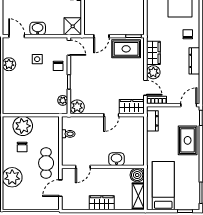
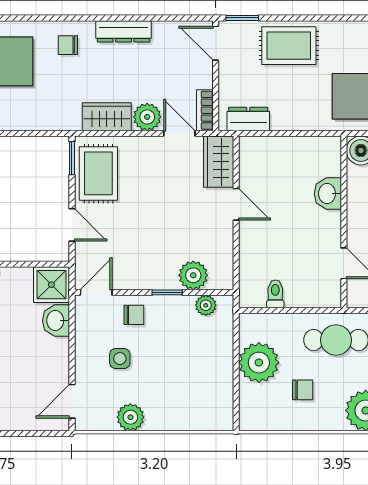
washbasin: (38, 28) -> (56, 321), moved
door: (145, 88) -> (179, 133), hinge flipped
plant: (77, 107) -> (193, 275), moved
plant: (23, 126) -> (259, 363), moved

